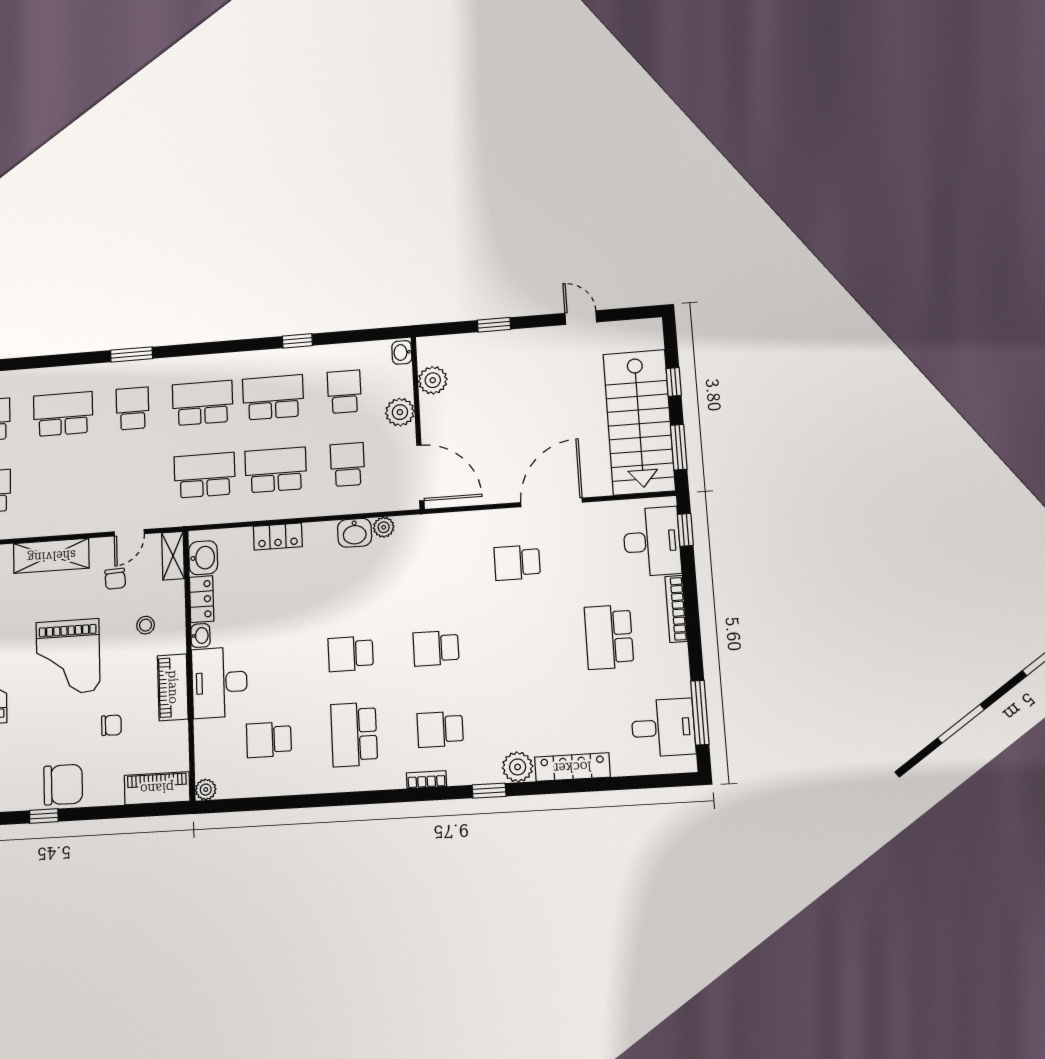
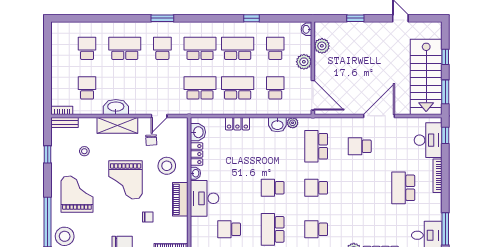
washbasin: (48, 522) -> (116, 107), added
shelving: (173, 556) -> (182, 130), removed
school desk: (432, 568) -> (316, 146), added
stool: (146, 625) -> (167, 166), width x1.89, depth x1.89

